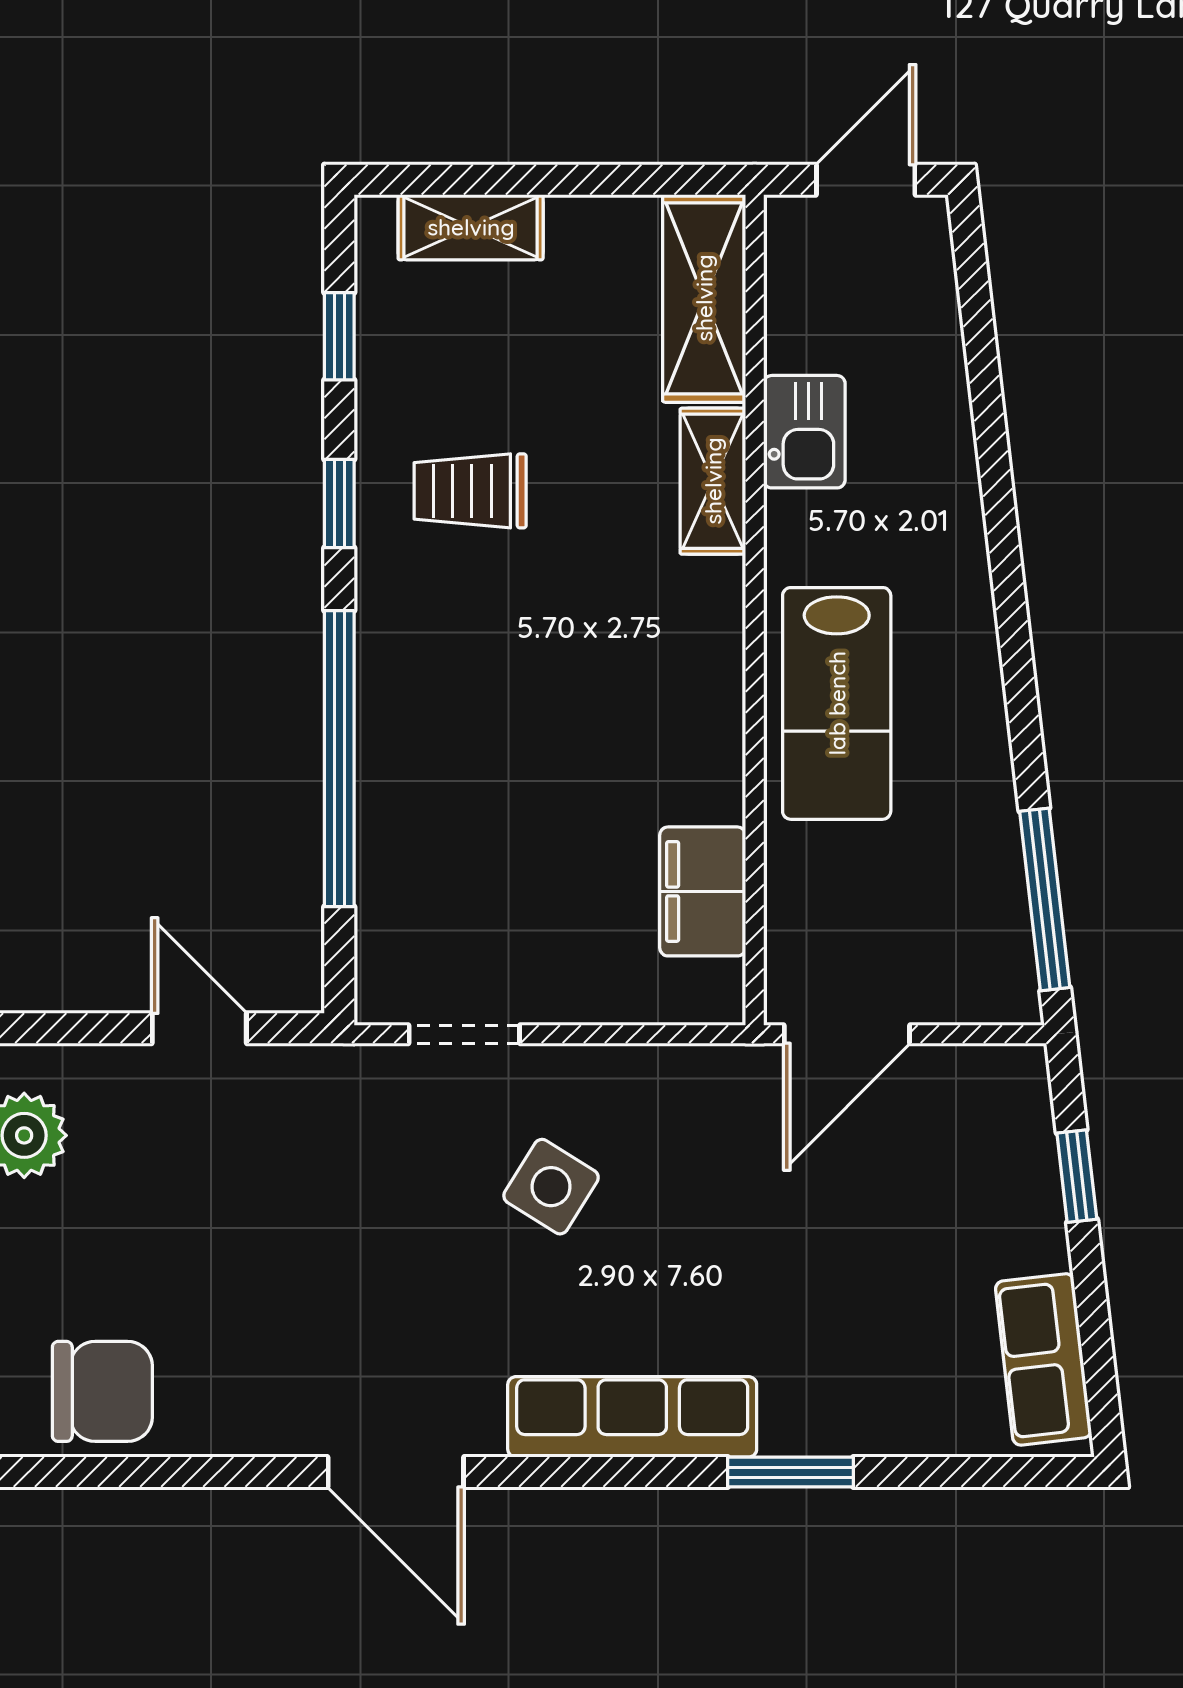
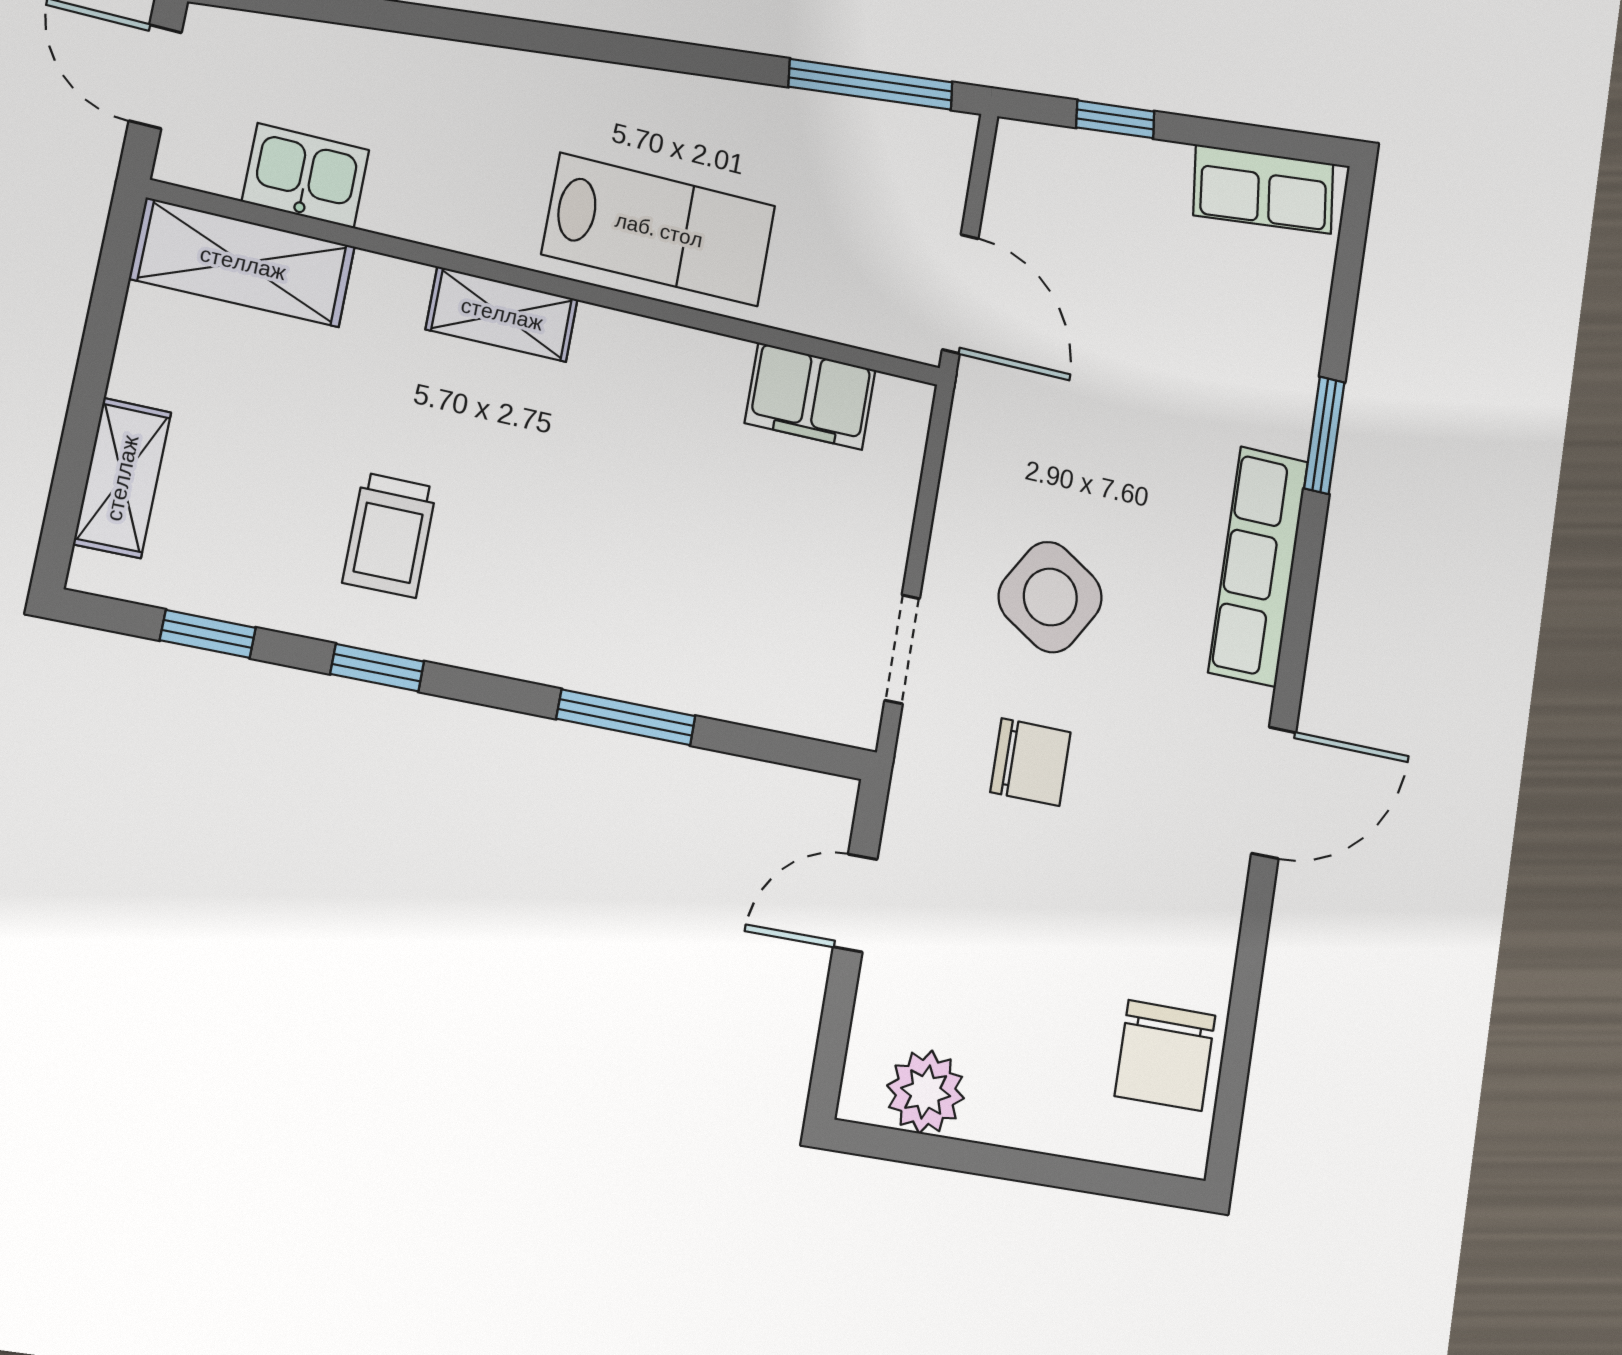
kitchen sink: (804, 432) -> (306, 176), moved
shelving: (713, 481) -> (502, 314), moved
window: (339, 759) -> (626, 717), width x0.47
side table: (551, 1187) -> (1050, 597), width x1.37, depth x1.37
chair: (376, 1193) -> (1031, 762), added
chair: (102, 1391) -> (1165, 1056), turned 180

